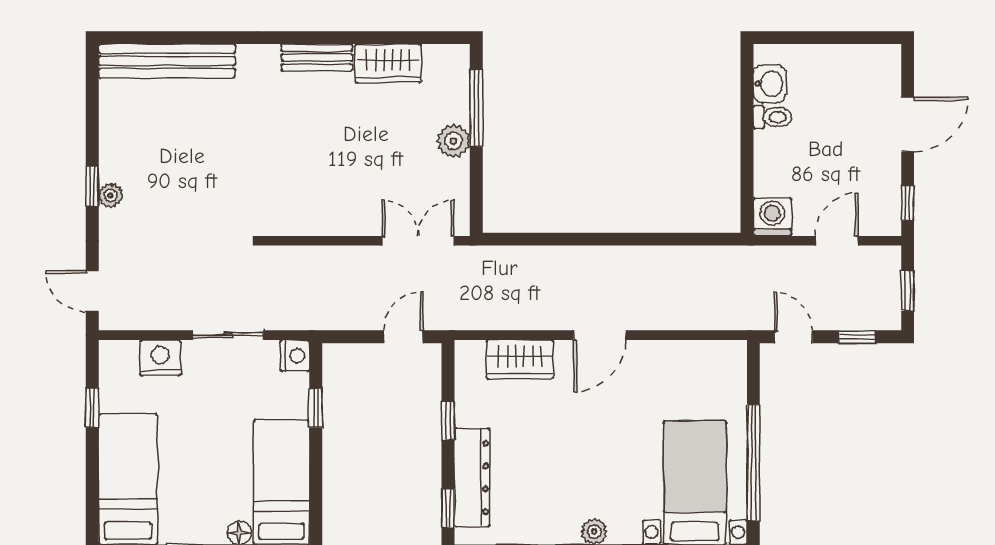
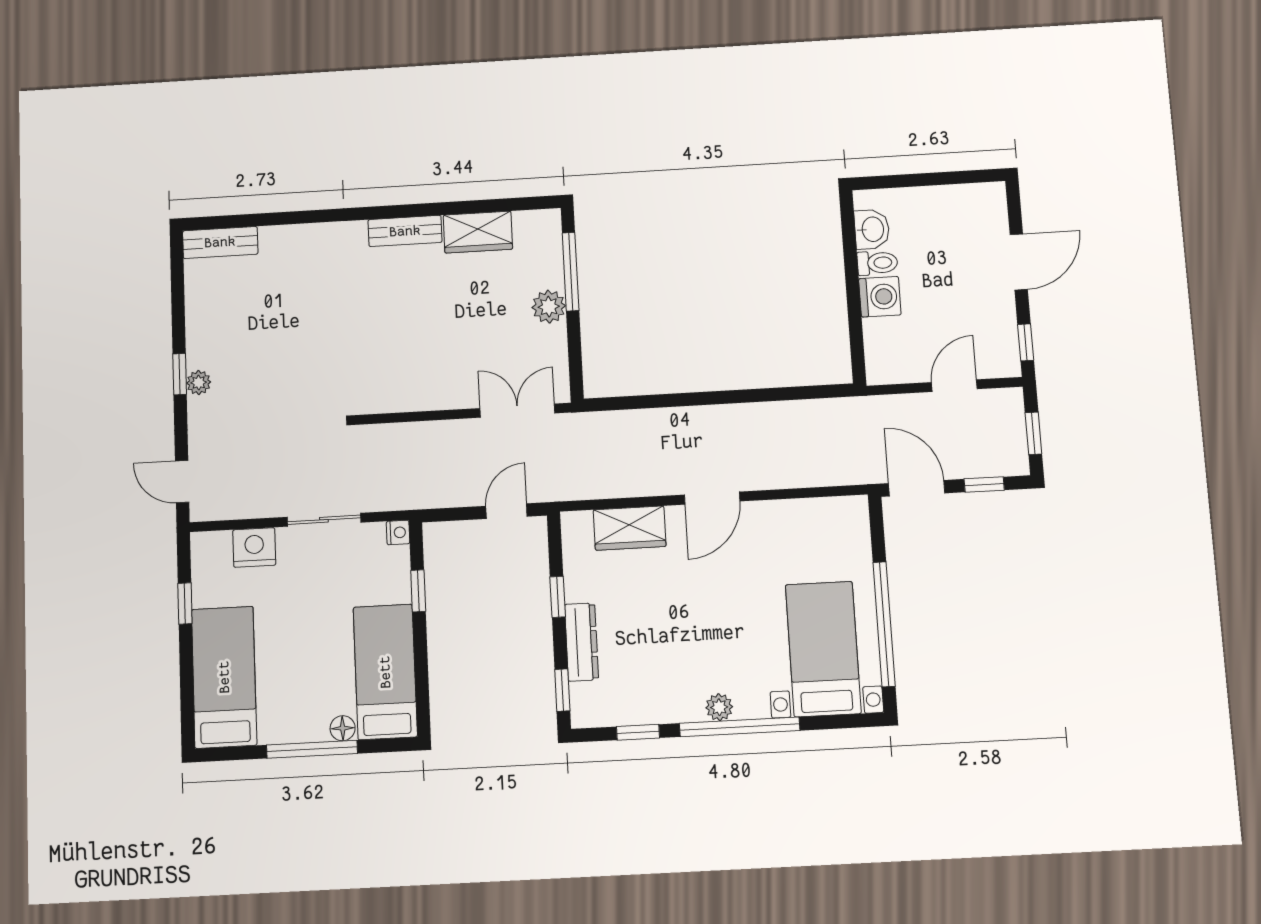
bench: (167, 61) -> (220, 242), width x0.54, depth x0.82
washing machine: (772, 217) -> (880, 297), moved, turned 90
door: (794, 337) -> (917, 488), width x1.38
nightstand: (295, 356) -> (398, 532), width x0.72, depth x0.74
dresser: (472, 477) -> (582, 642), width x0.73, depth x0.80

